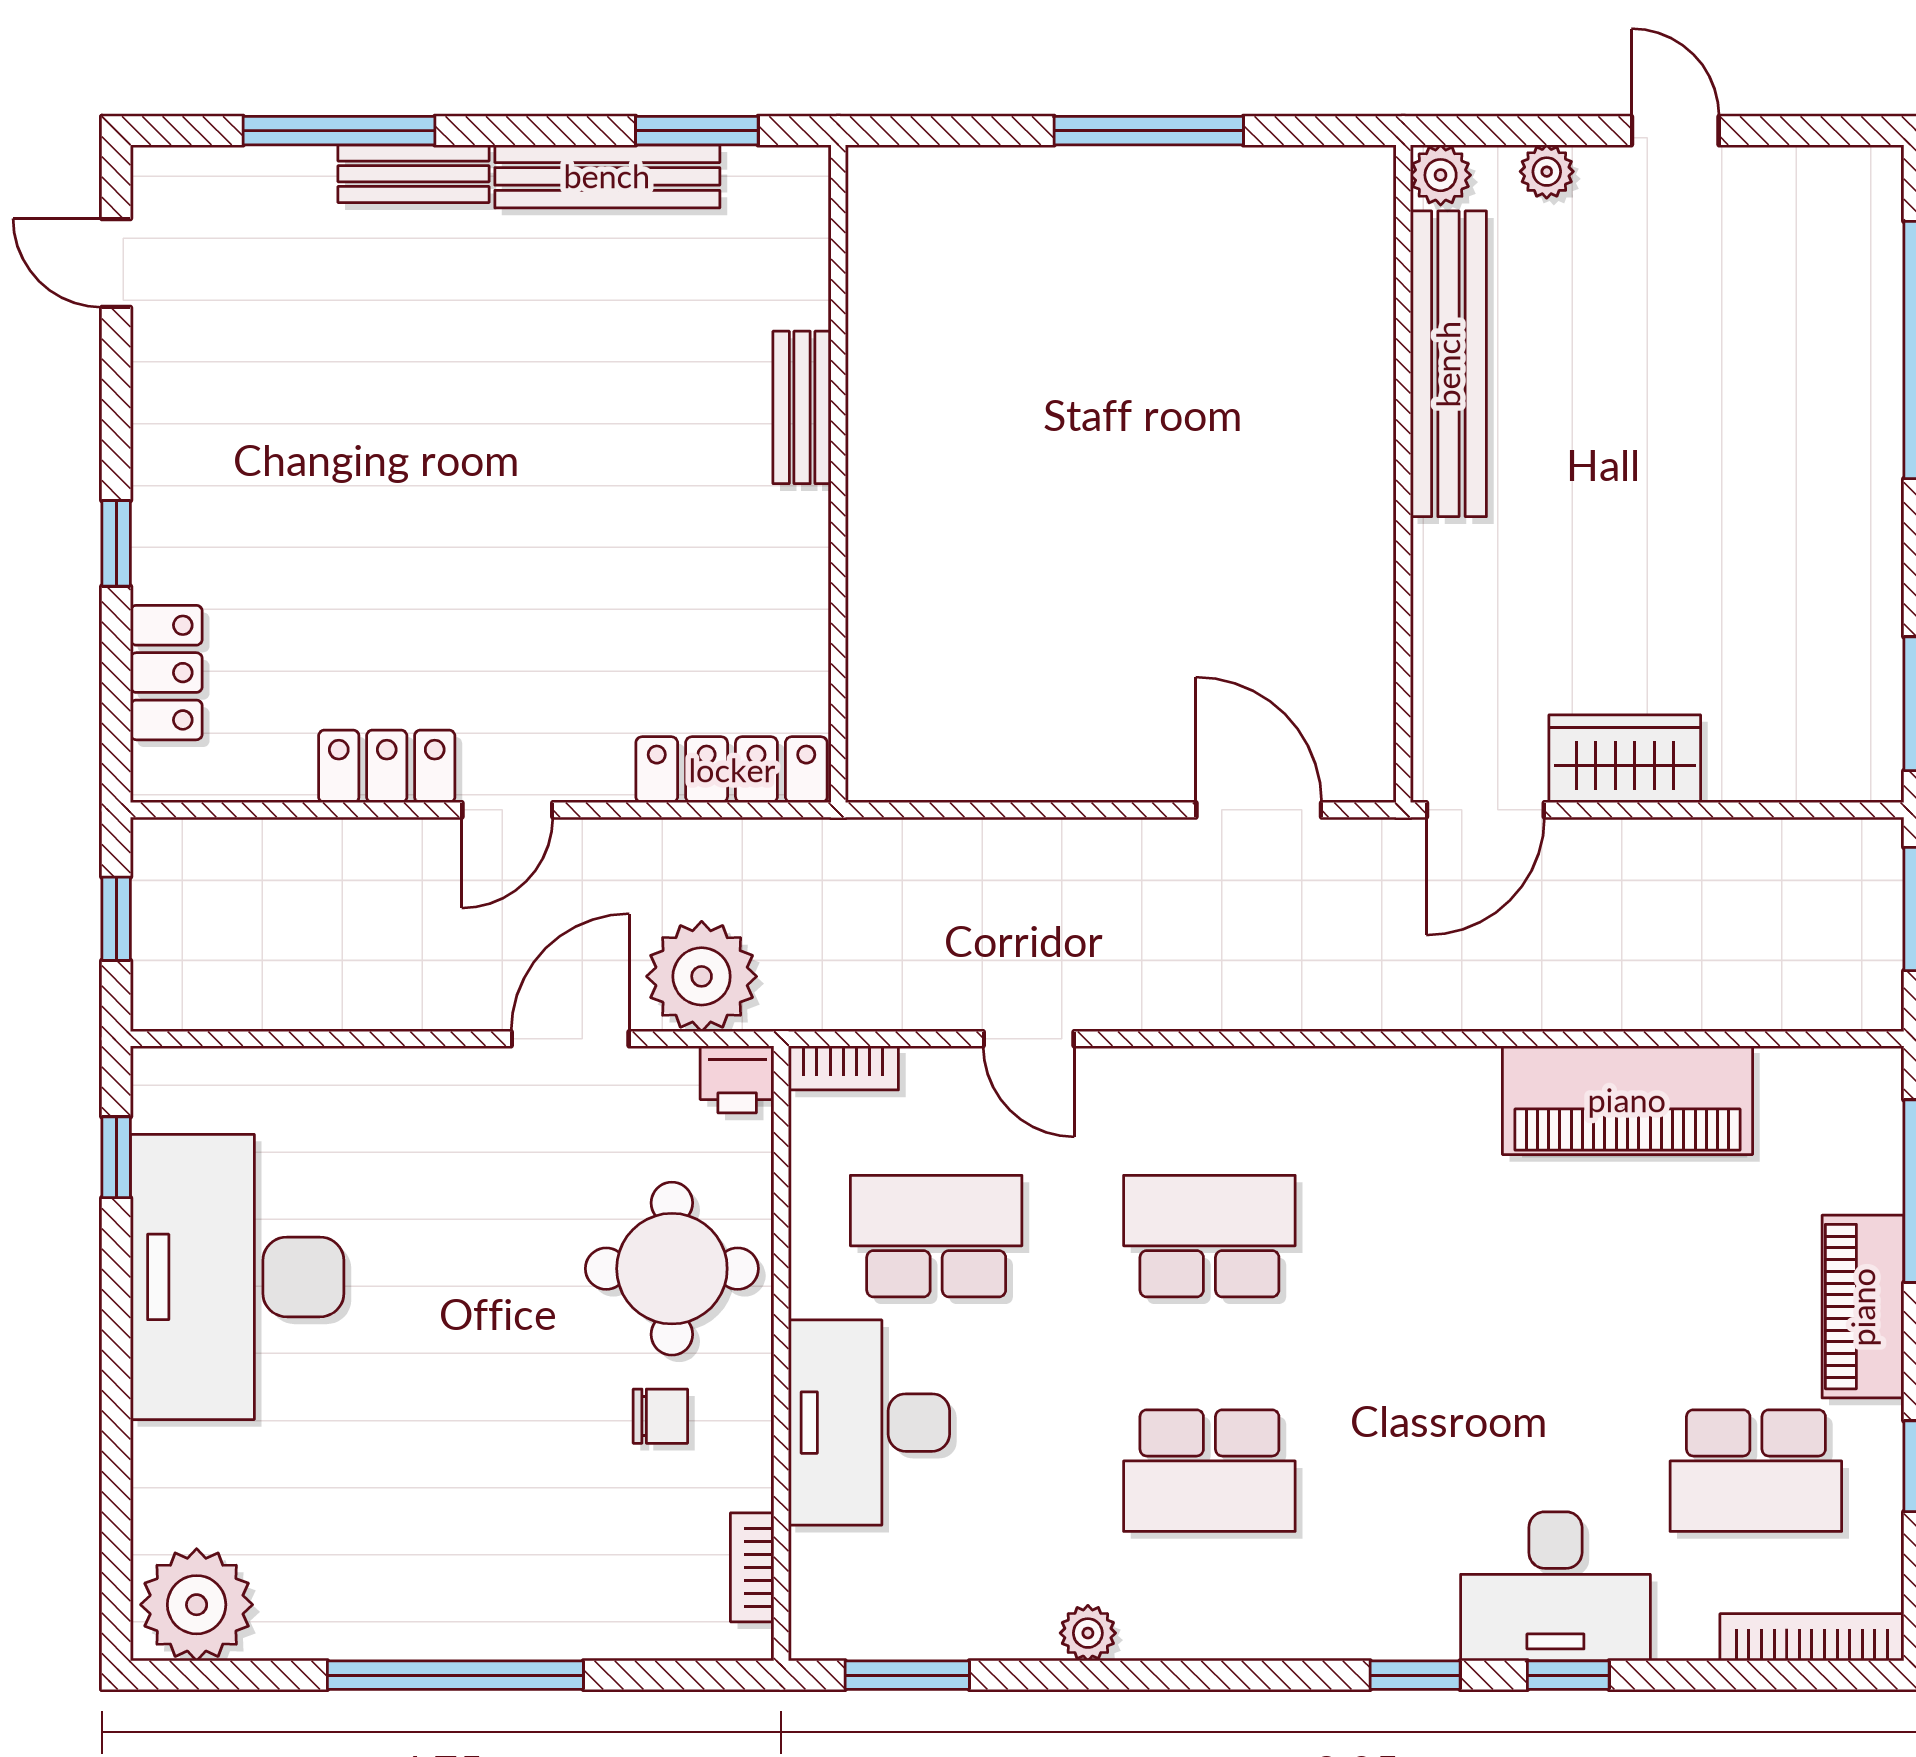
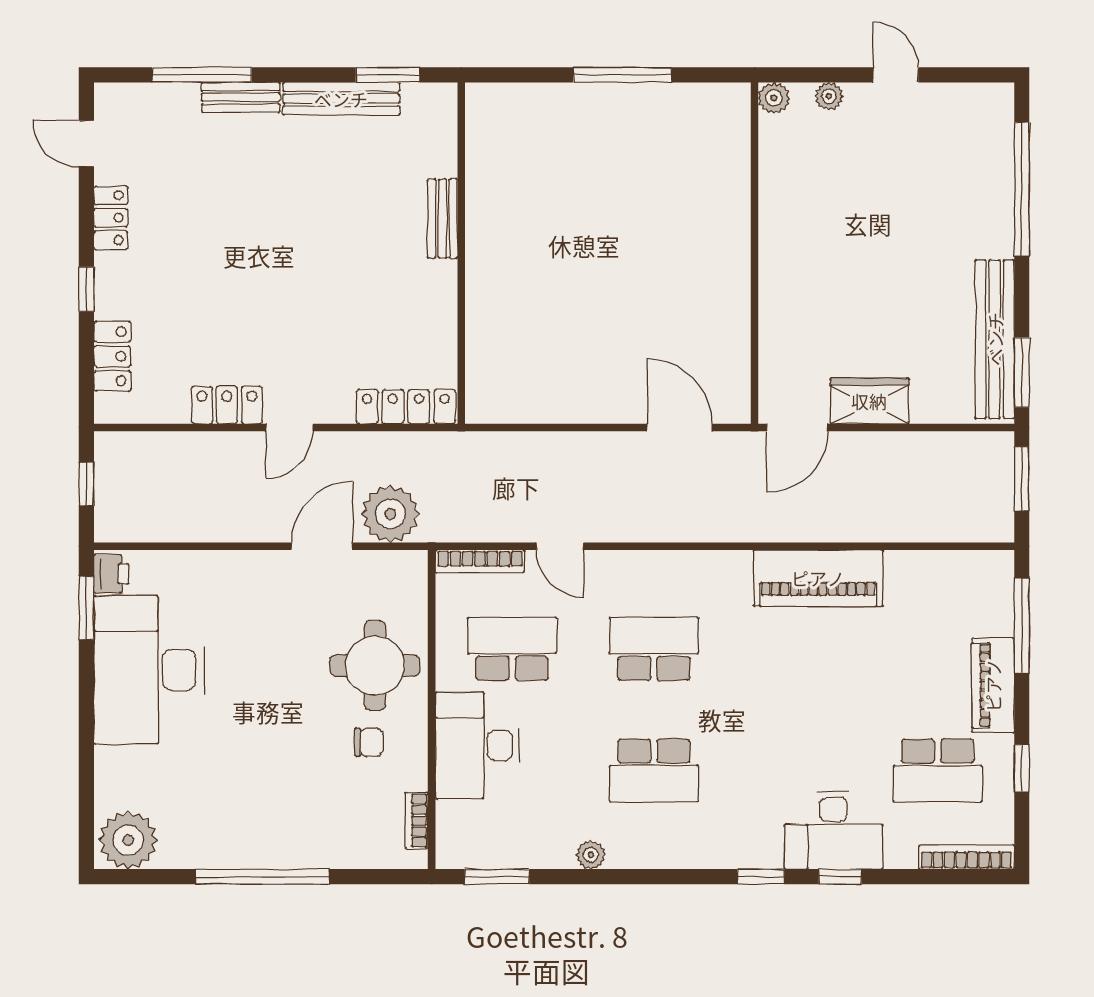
bench: (1448, 364) -> (995, 339), moved
locker: (163, 406) -> (111, 218), added
bookcase: (843, 1068) -> (480, 561), width x1.56
printer: (737, 1079) -> (111, 574), moved, turned -90
piano: (1627, 1100) -> (818, 578), moved
window: (116, 1157) -> (86, 608), width x1.50

